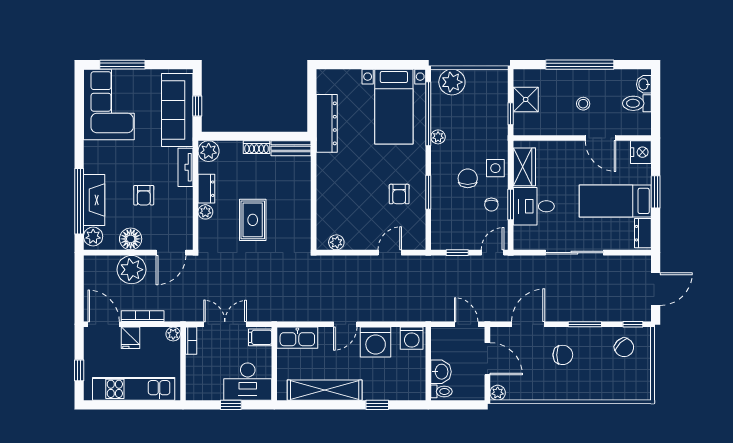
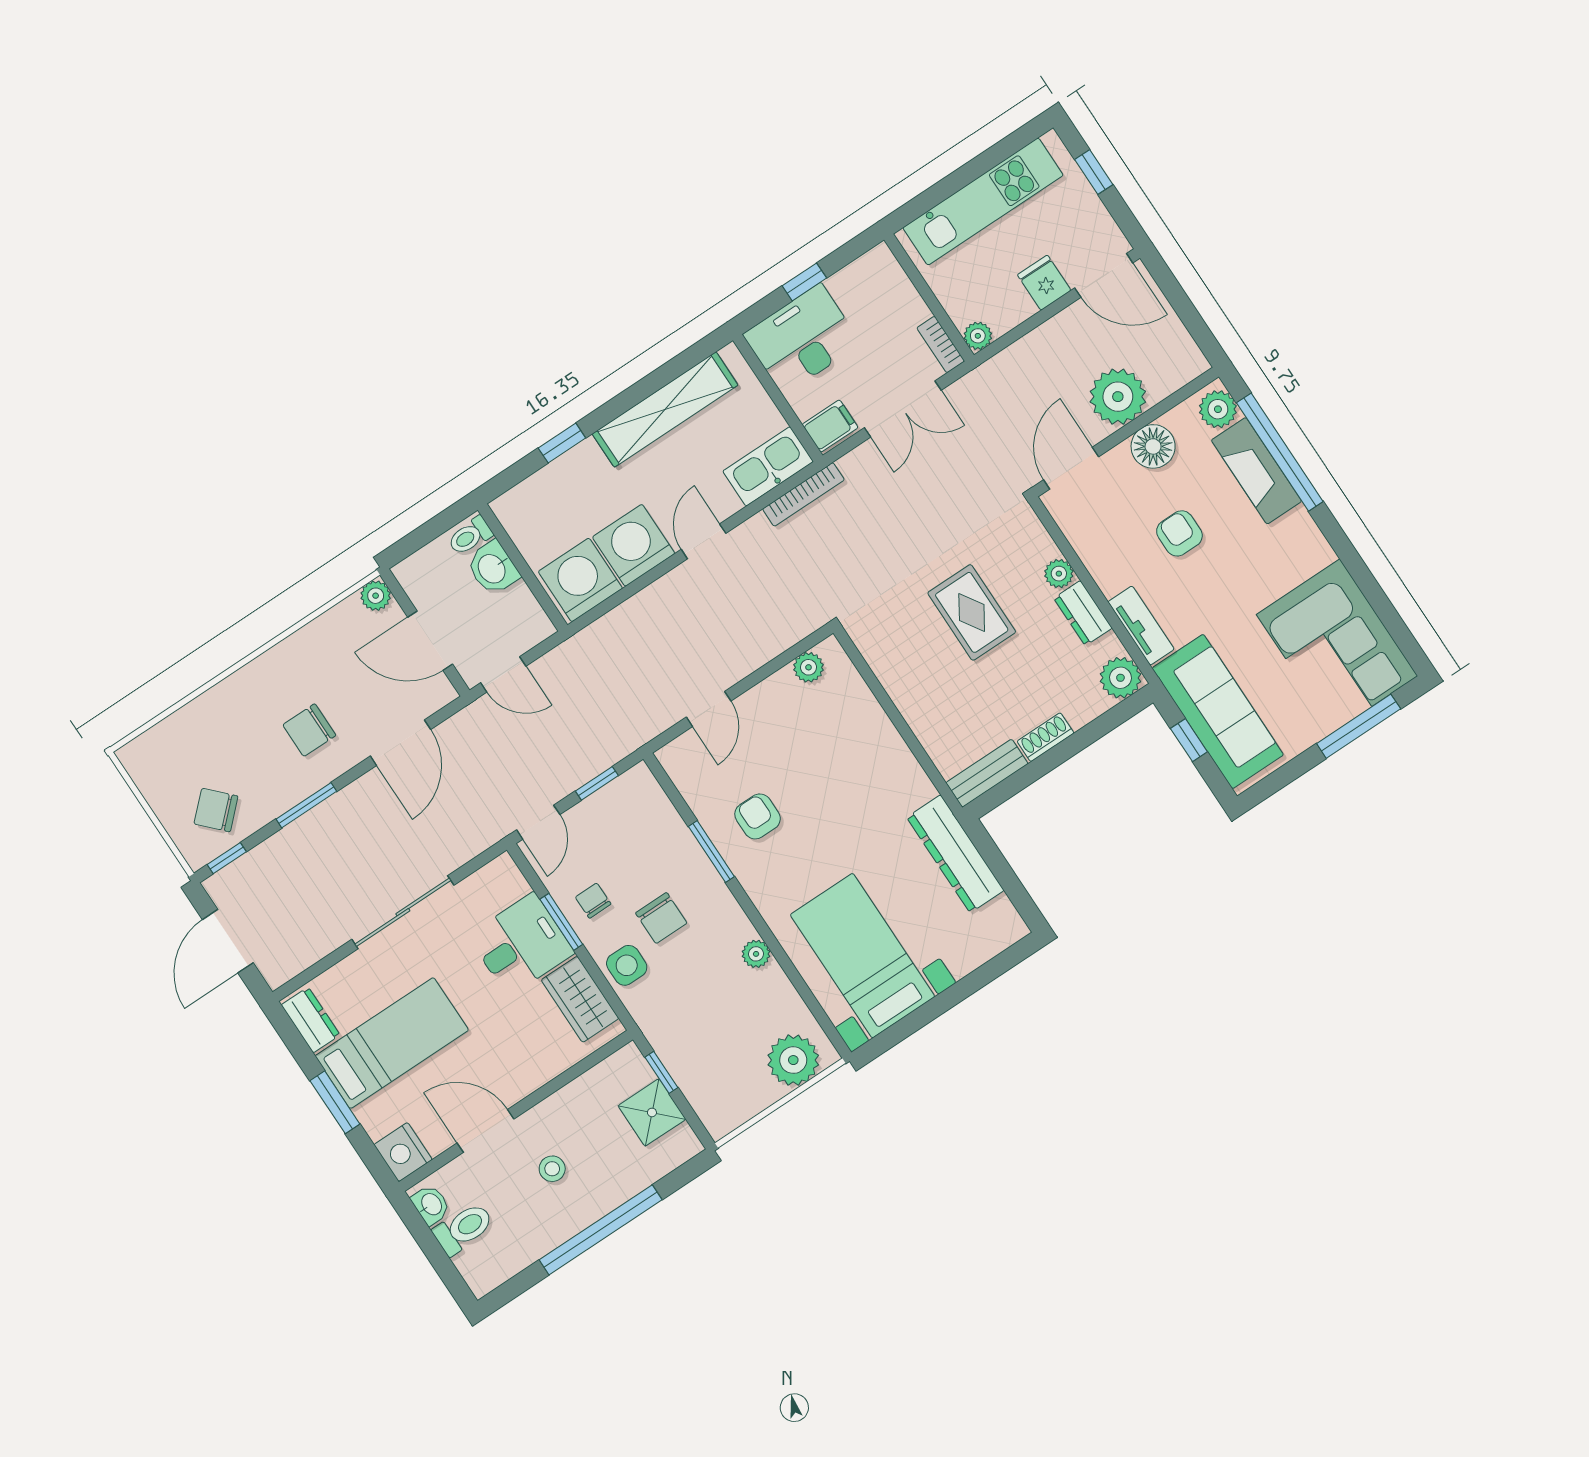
washbasin: (644, 84) -> (431, 1205), moved
window: (428, 114) -> (798, 982), removed
bookcase: (143, 316) -> (803, 494), moved
washing machine: (412, 338) -> (580, 580), width x1.37, depth x1.37

